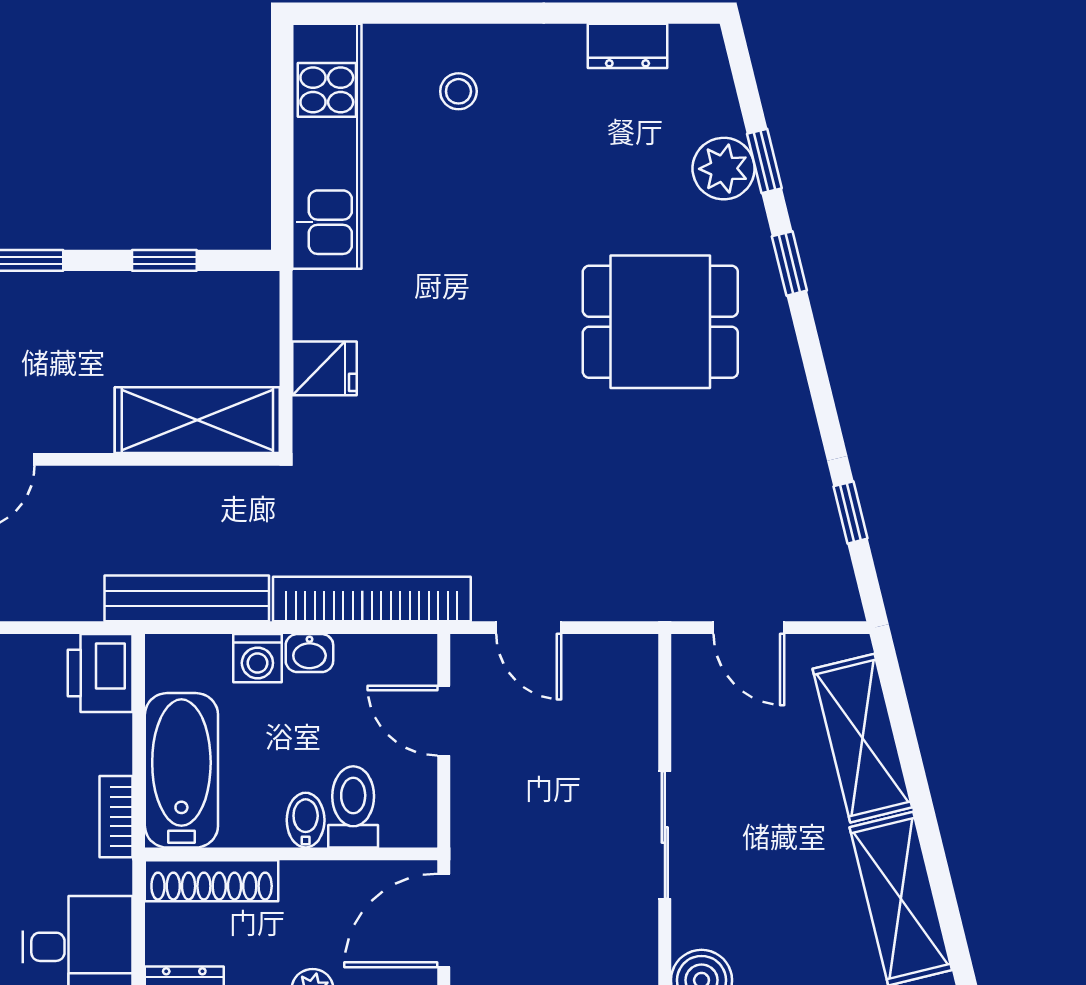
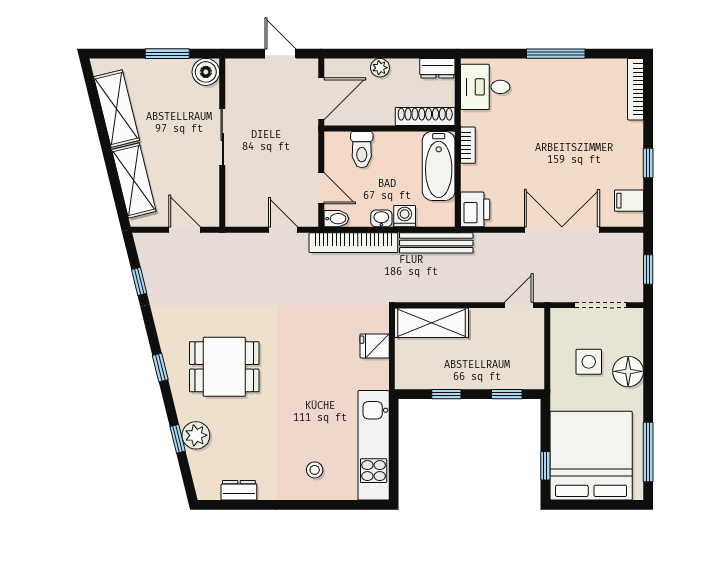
window: (789, 263) -> (160, 368), moved
bidet: (306, 820) -> (336, 219), moved, turned -90

